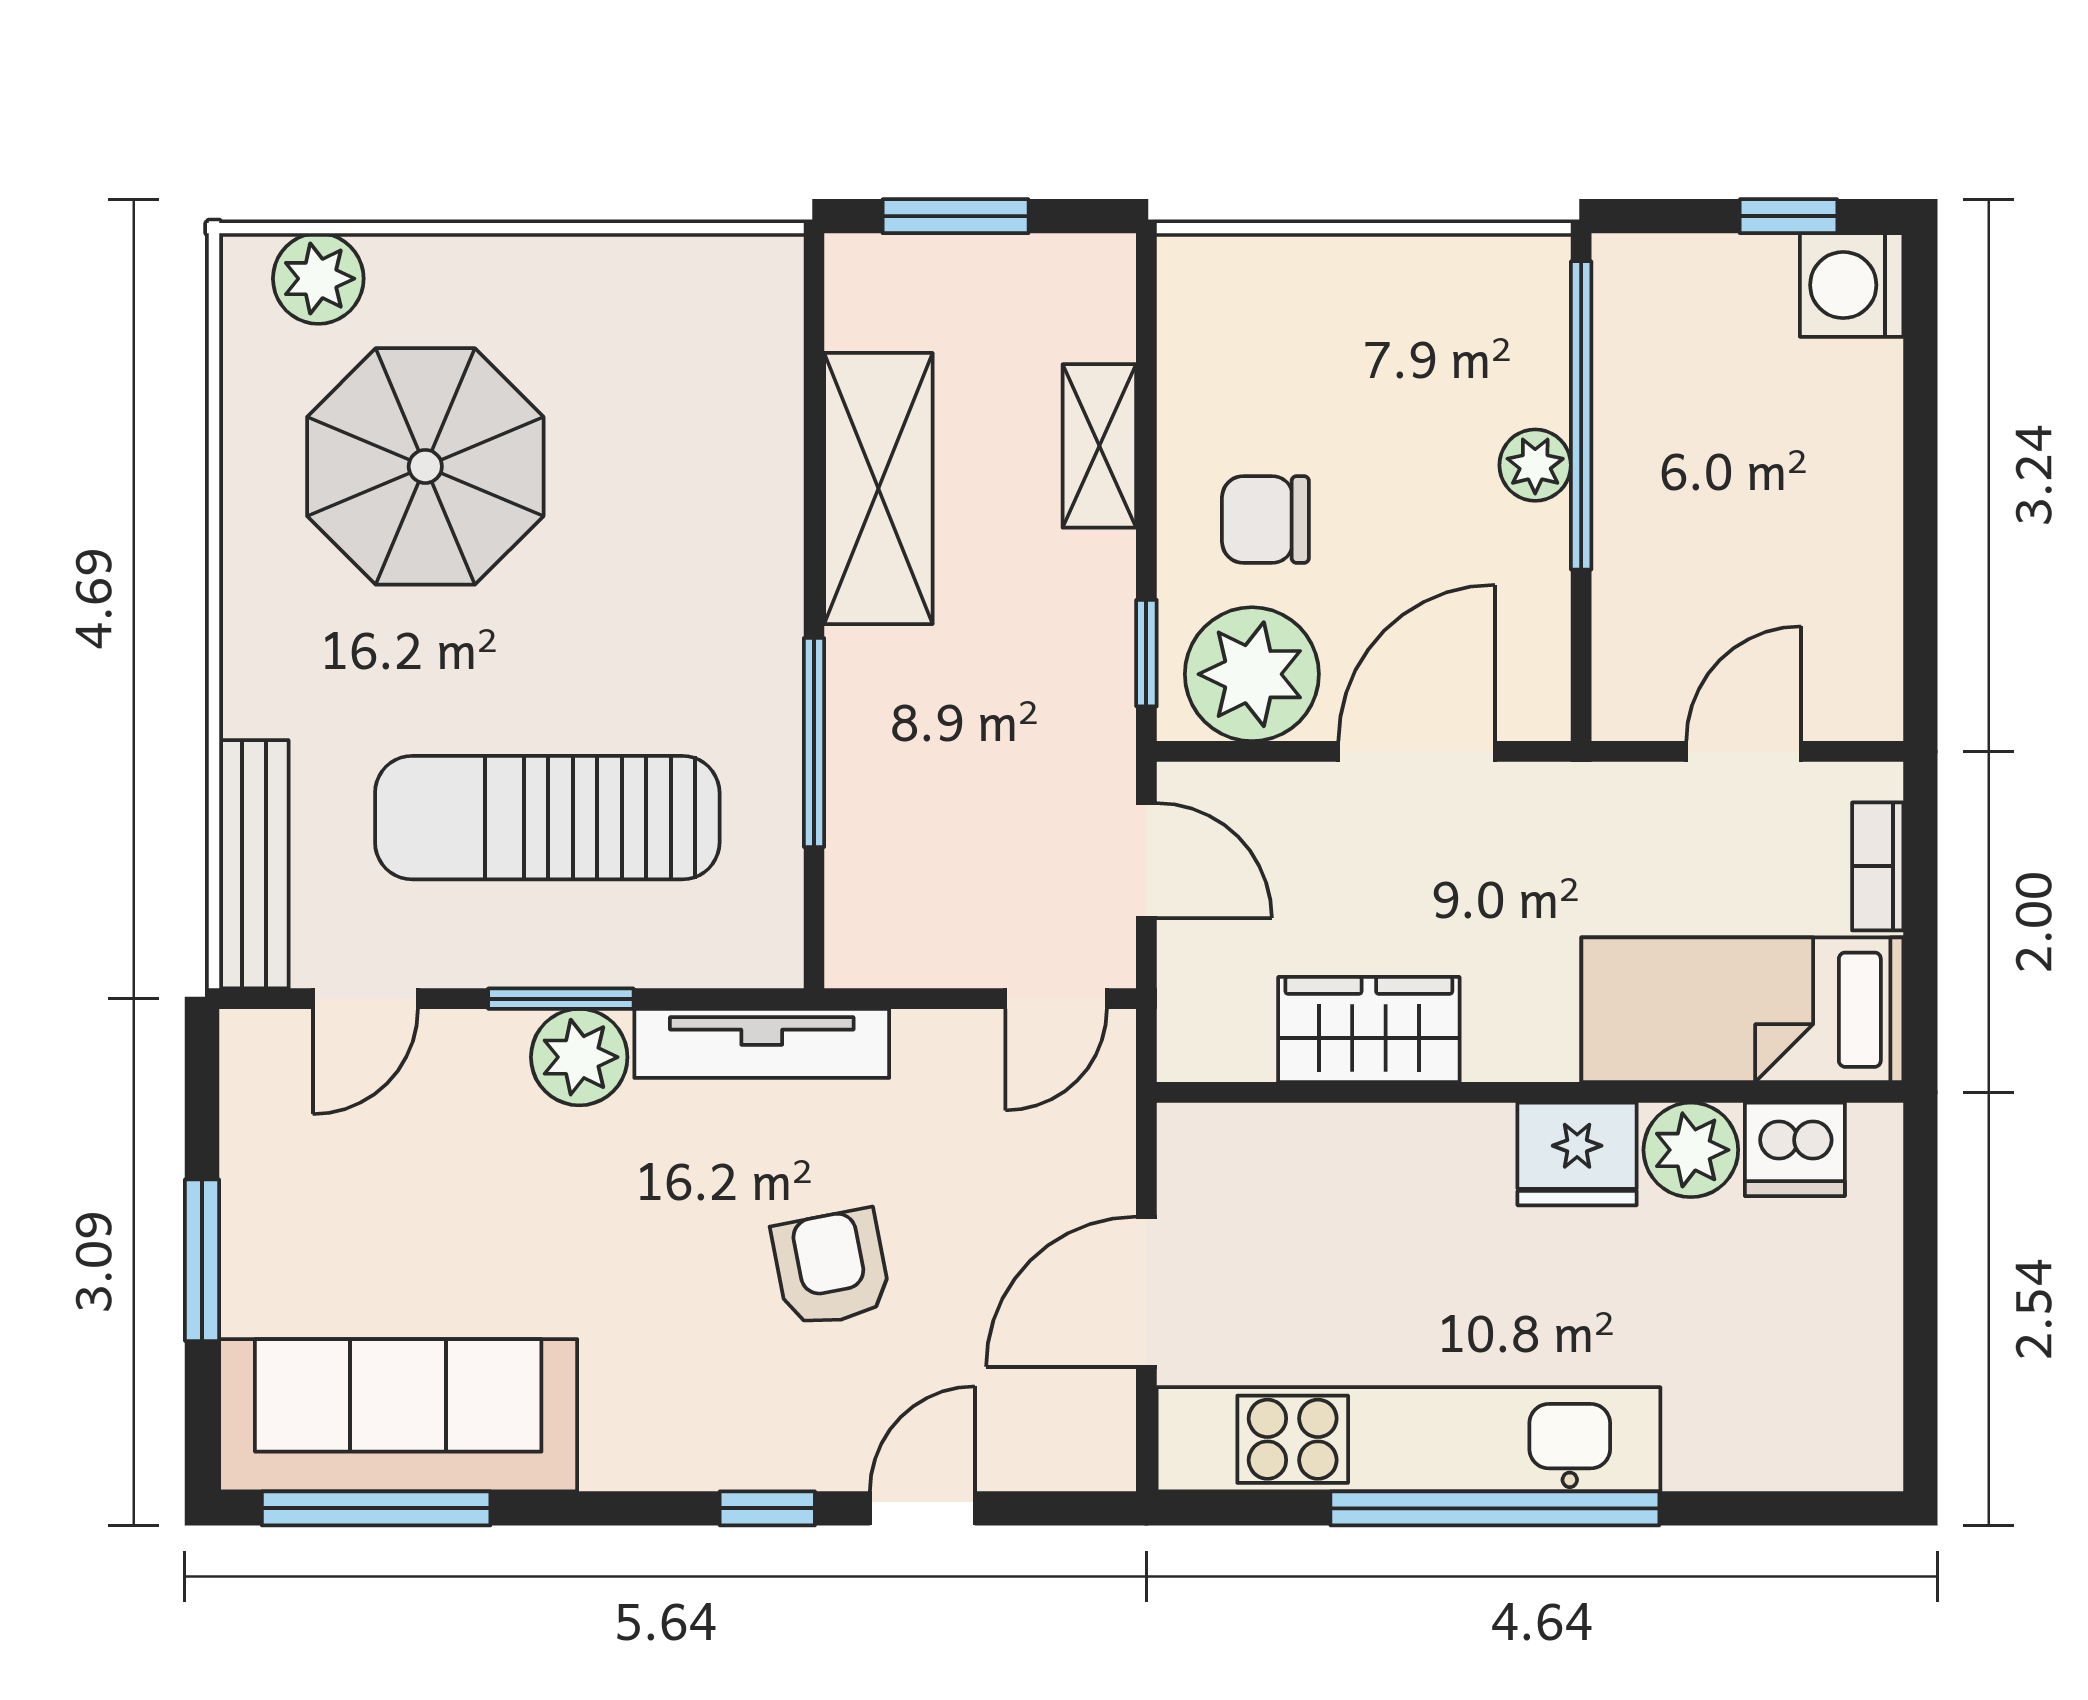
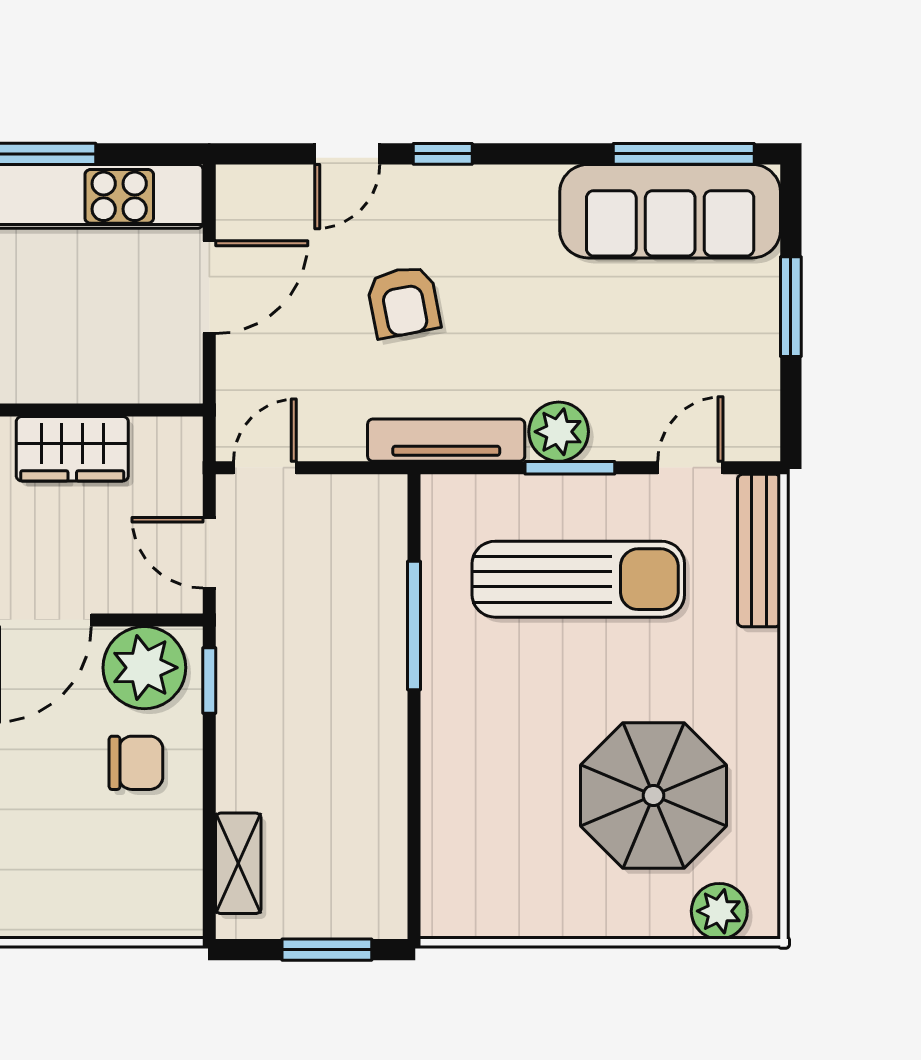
shelving: (1099, 446) -> (238, 863), moved
shelving: (878, 488) -> (374, 782), removed

